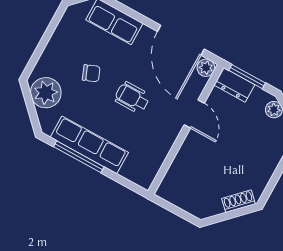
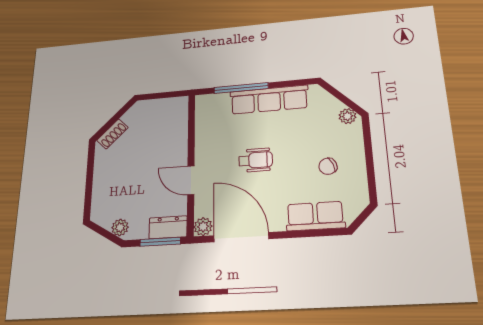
chair: (91, 73) -> (328, 166), moved
plant: (46, 93) -> (347, 116), width x0.53, depth x0.53
window: (79, 157) -> (241, 88), moved

